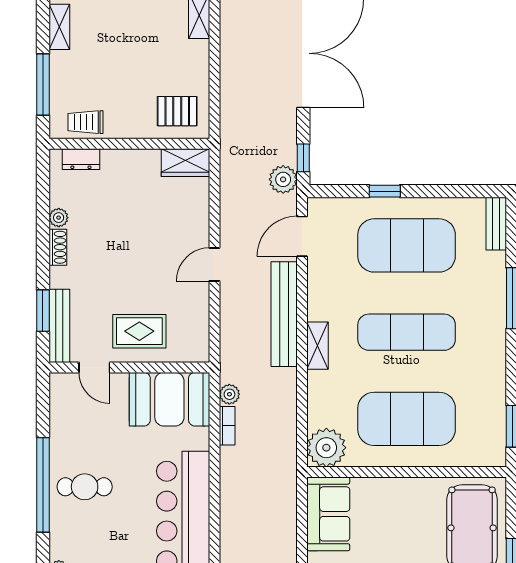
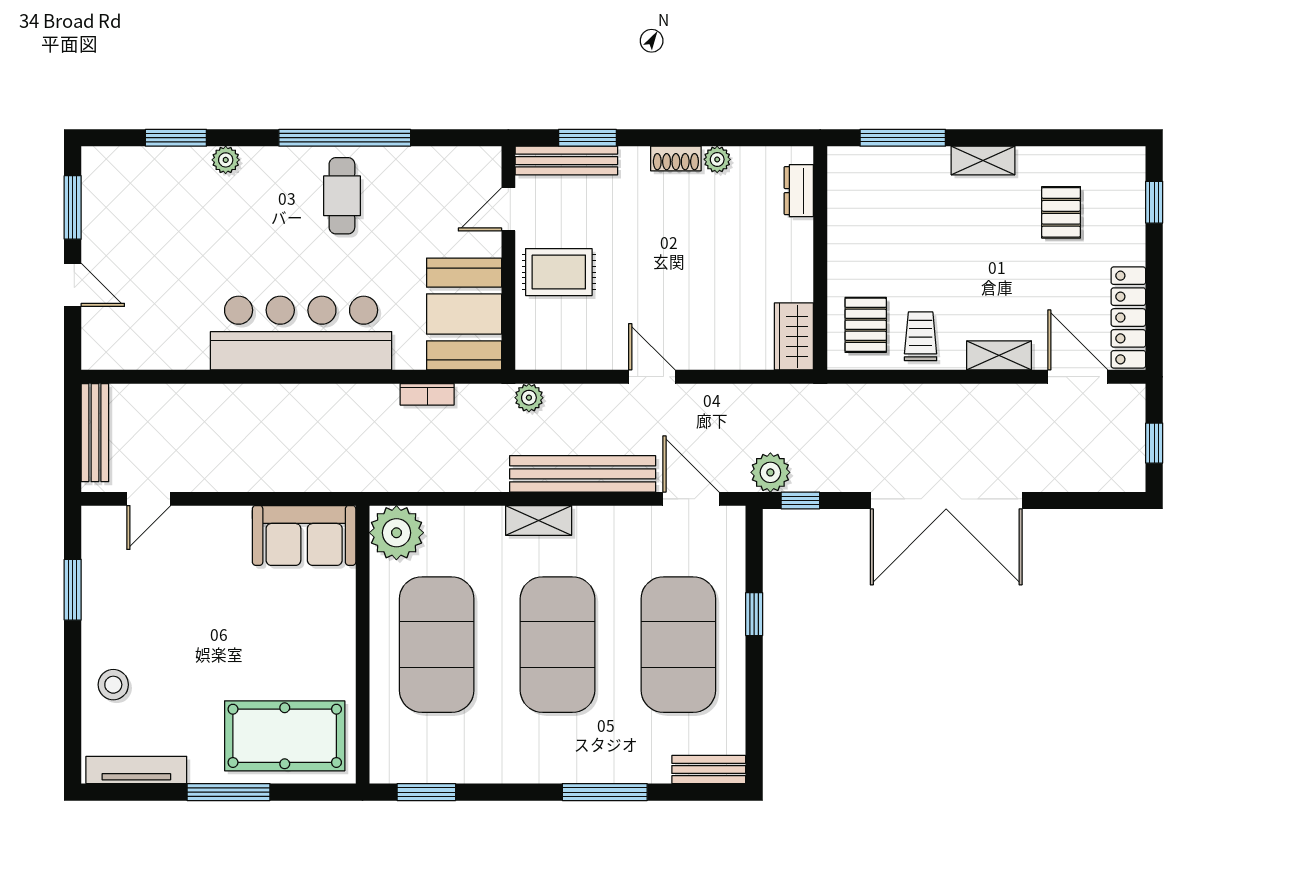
trolley: (85, 122) -> (921, 336), moved
rug: (139, 331) -> (559, 272), turned 90
exercise mat: (407, 332) -> (557, 645), width x1.47
plant: (229, 394) -> (529, 398), moved

